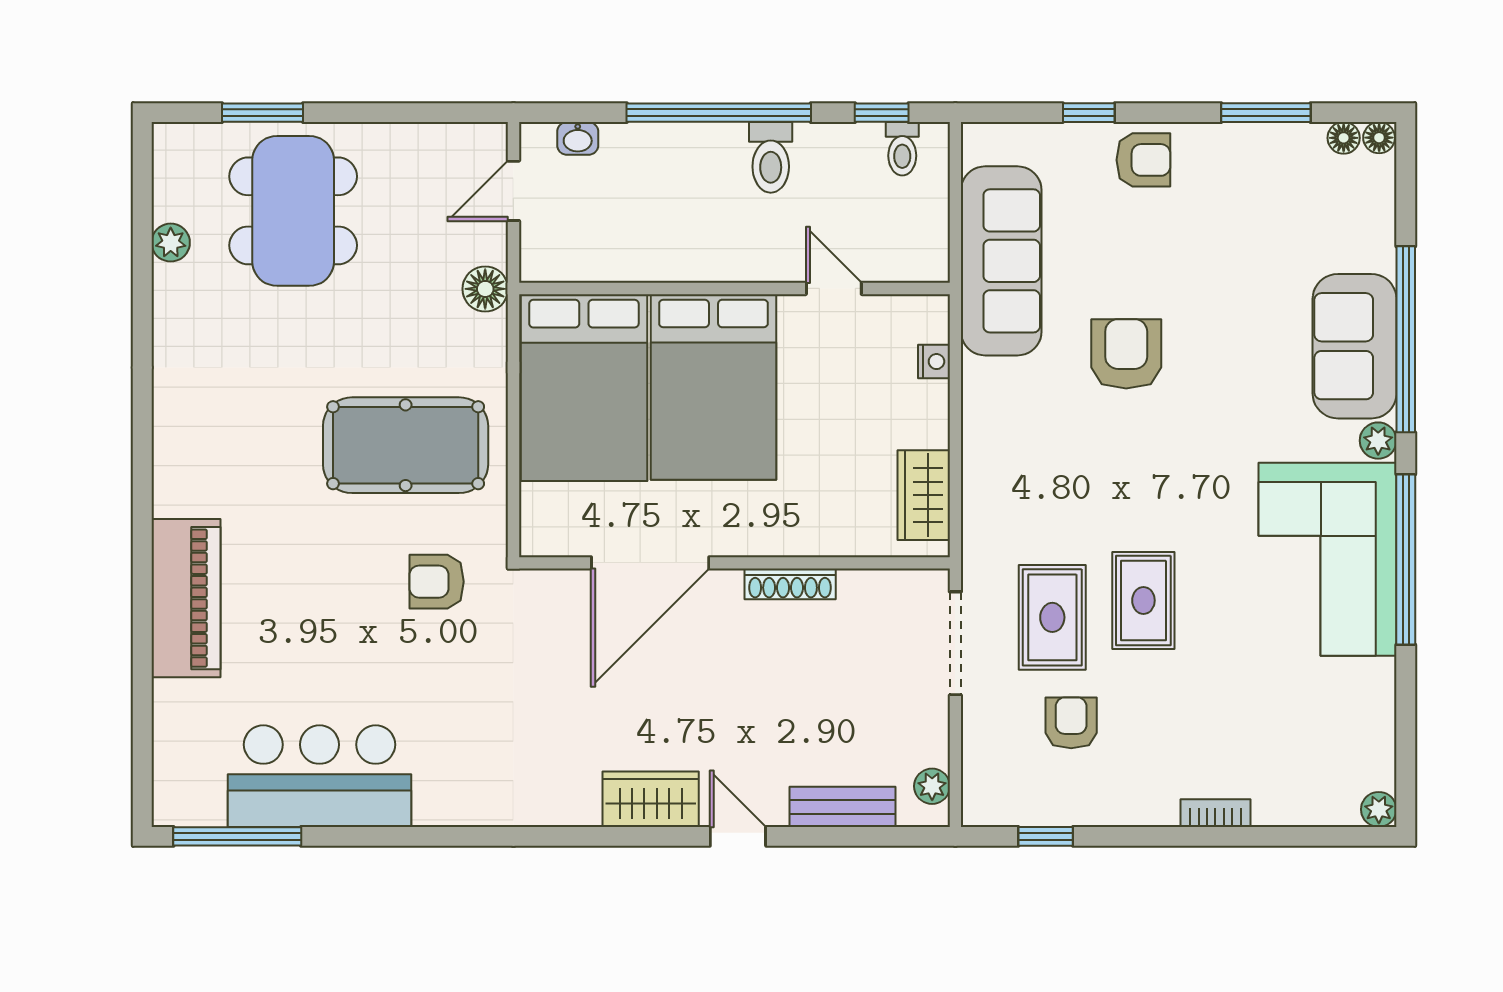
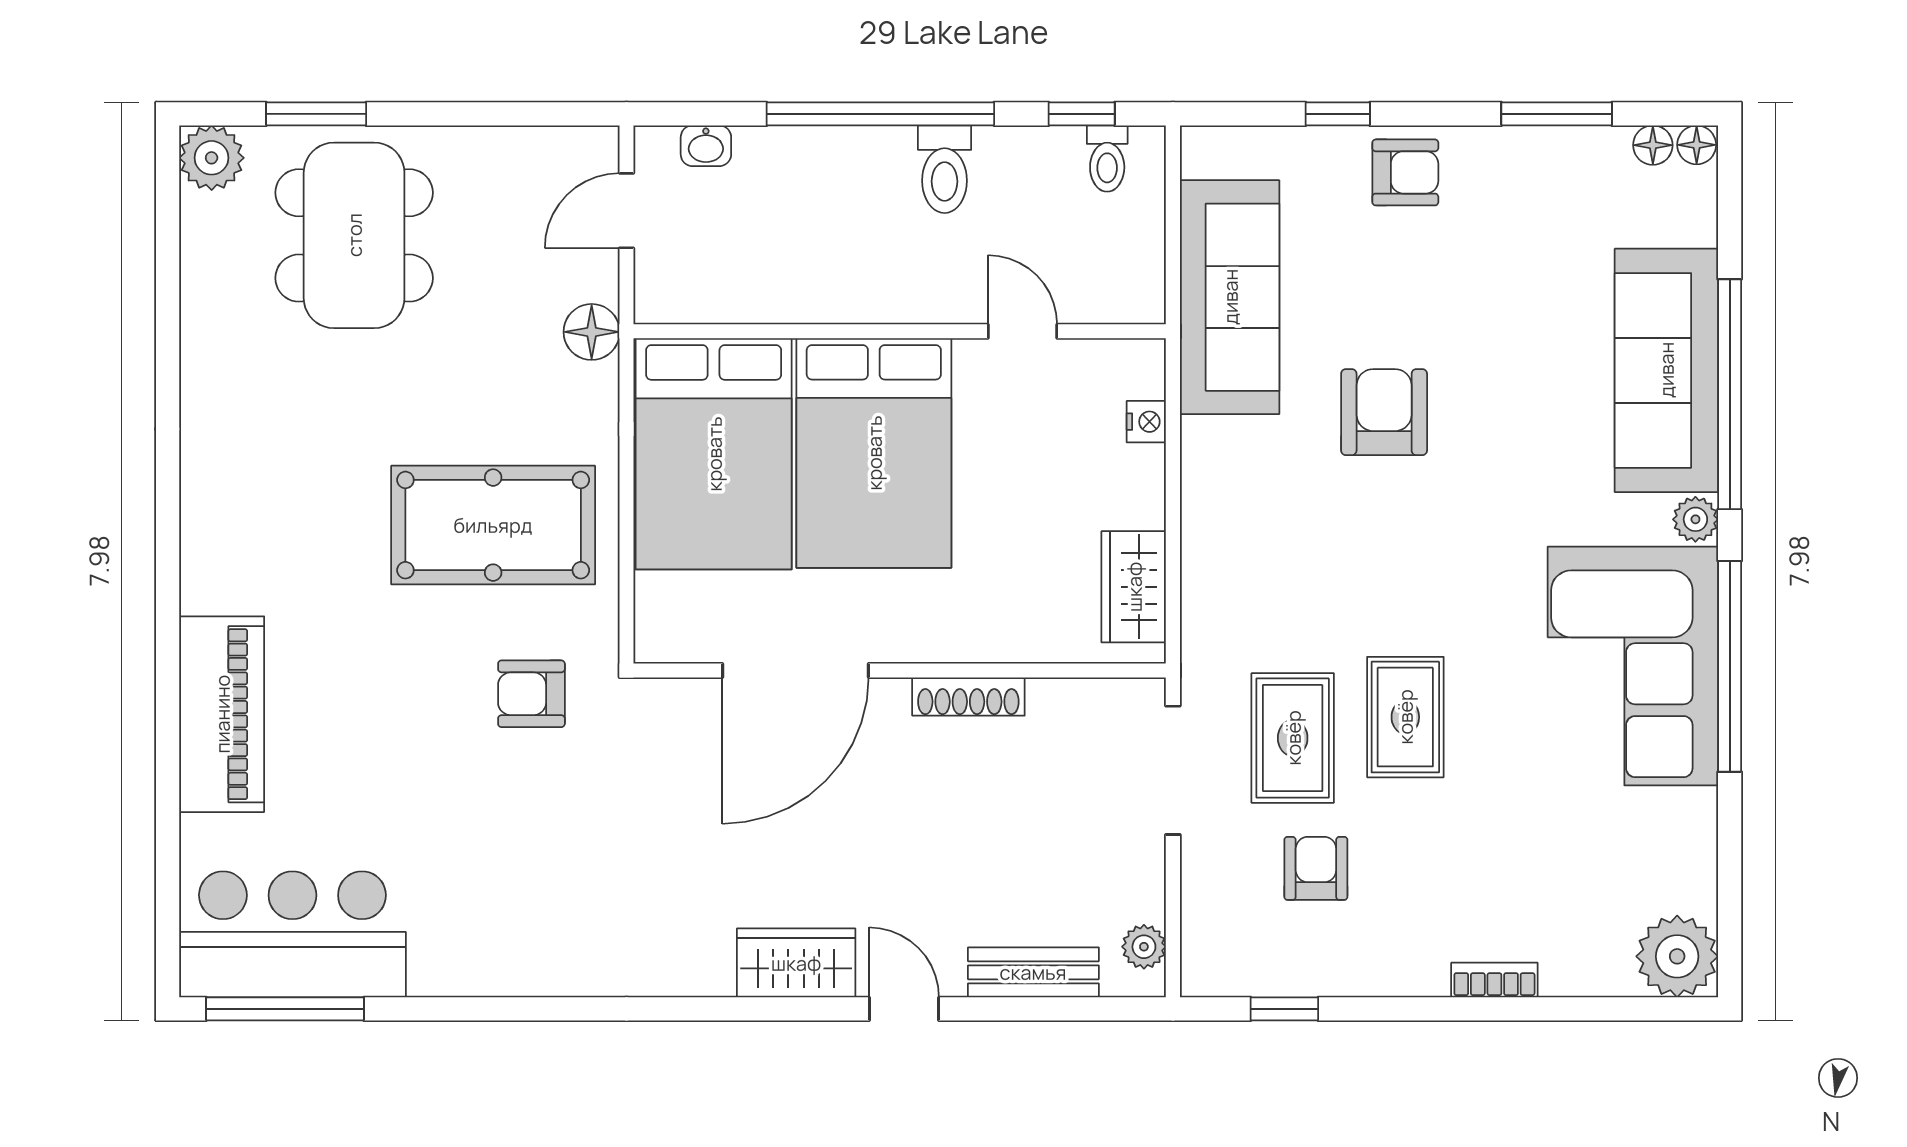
plant: (171, 243) -> (212, 158), moved, width x1.38, depth x1.38
sofa: (1355, 346) -> (1666, 370), width x1.36
bar counter: (319, 776) -> (292, 934), moved
plant: (1379, 809) -> (1677, 956), width x1.88, depth x1.88

